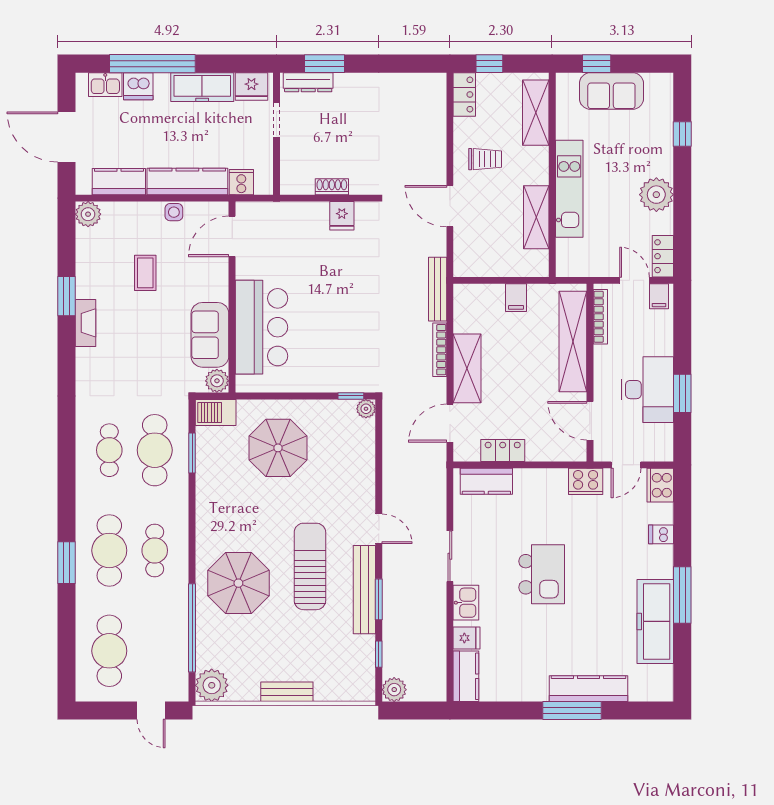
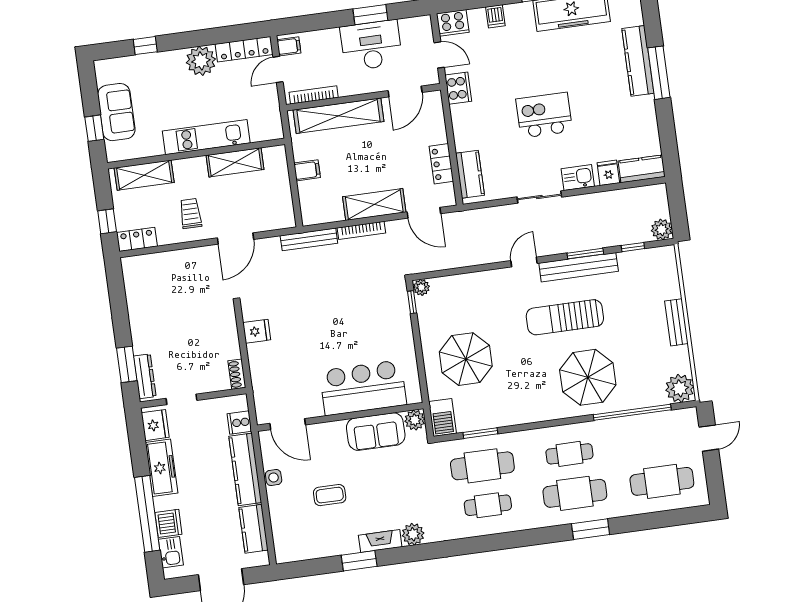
shoe rack: (332, 187) -> (237, 374), moved
plant: (88, 214) -> (413, 534), moved
locker: (663, 256) -> (244, 49), width x1.53

